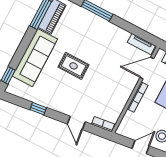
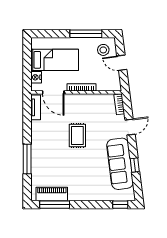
sofa: (35, 58) -> (120, 164), moved, turned -97
rug: (74, 66) -> (77, 135), moved

